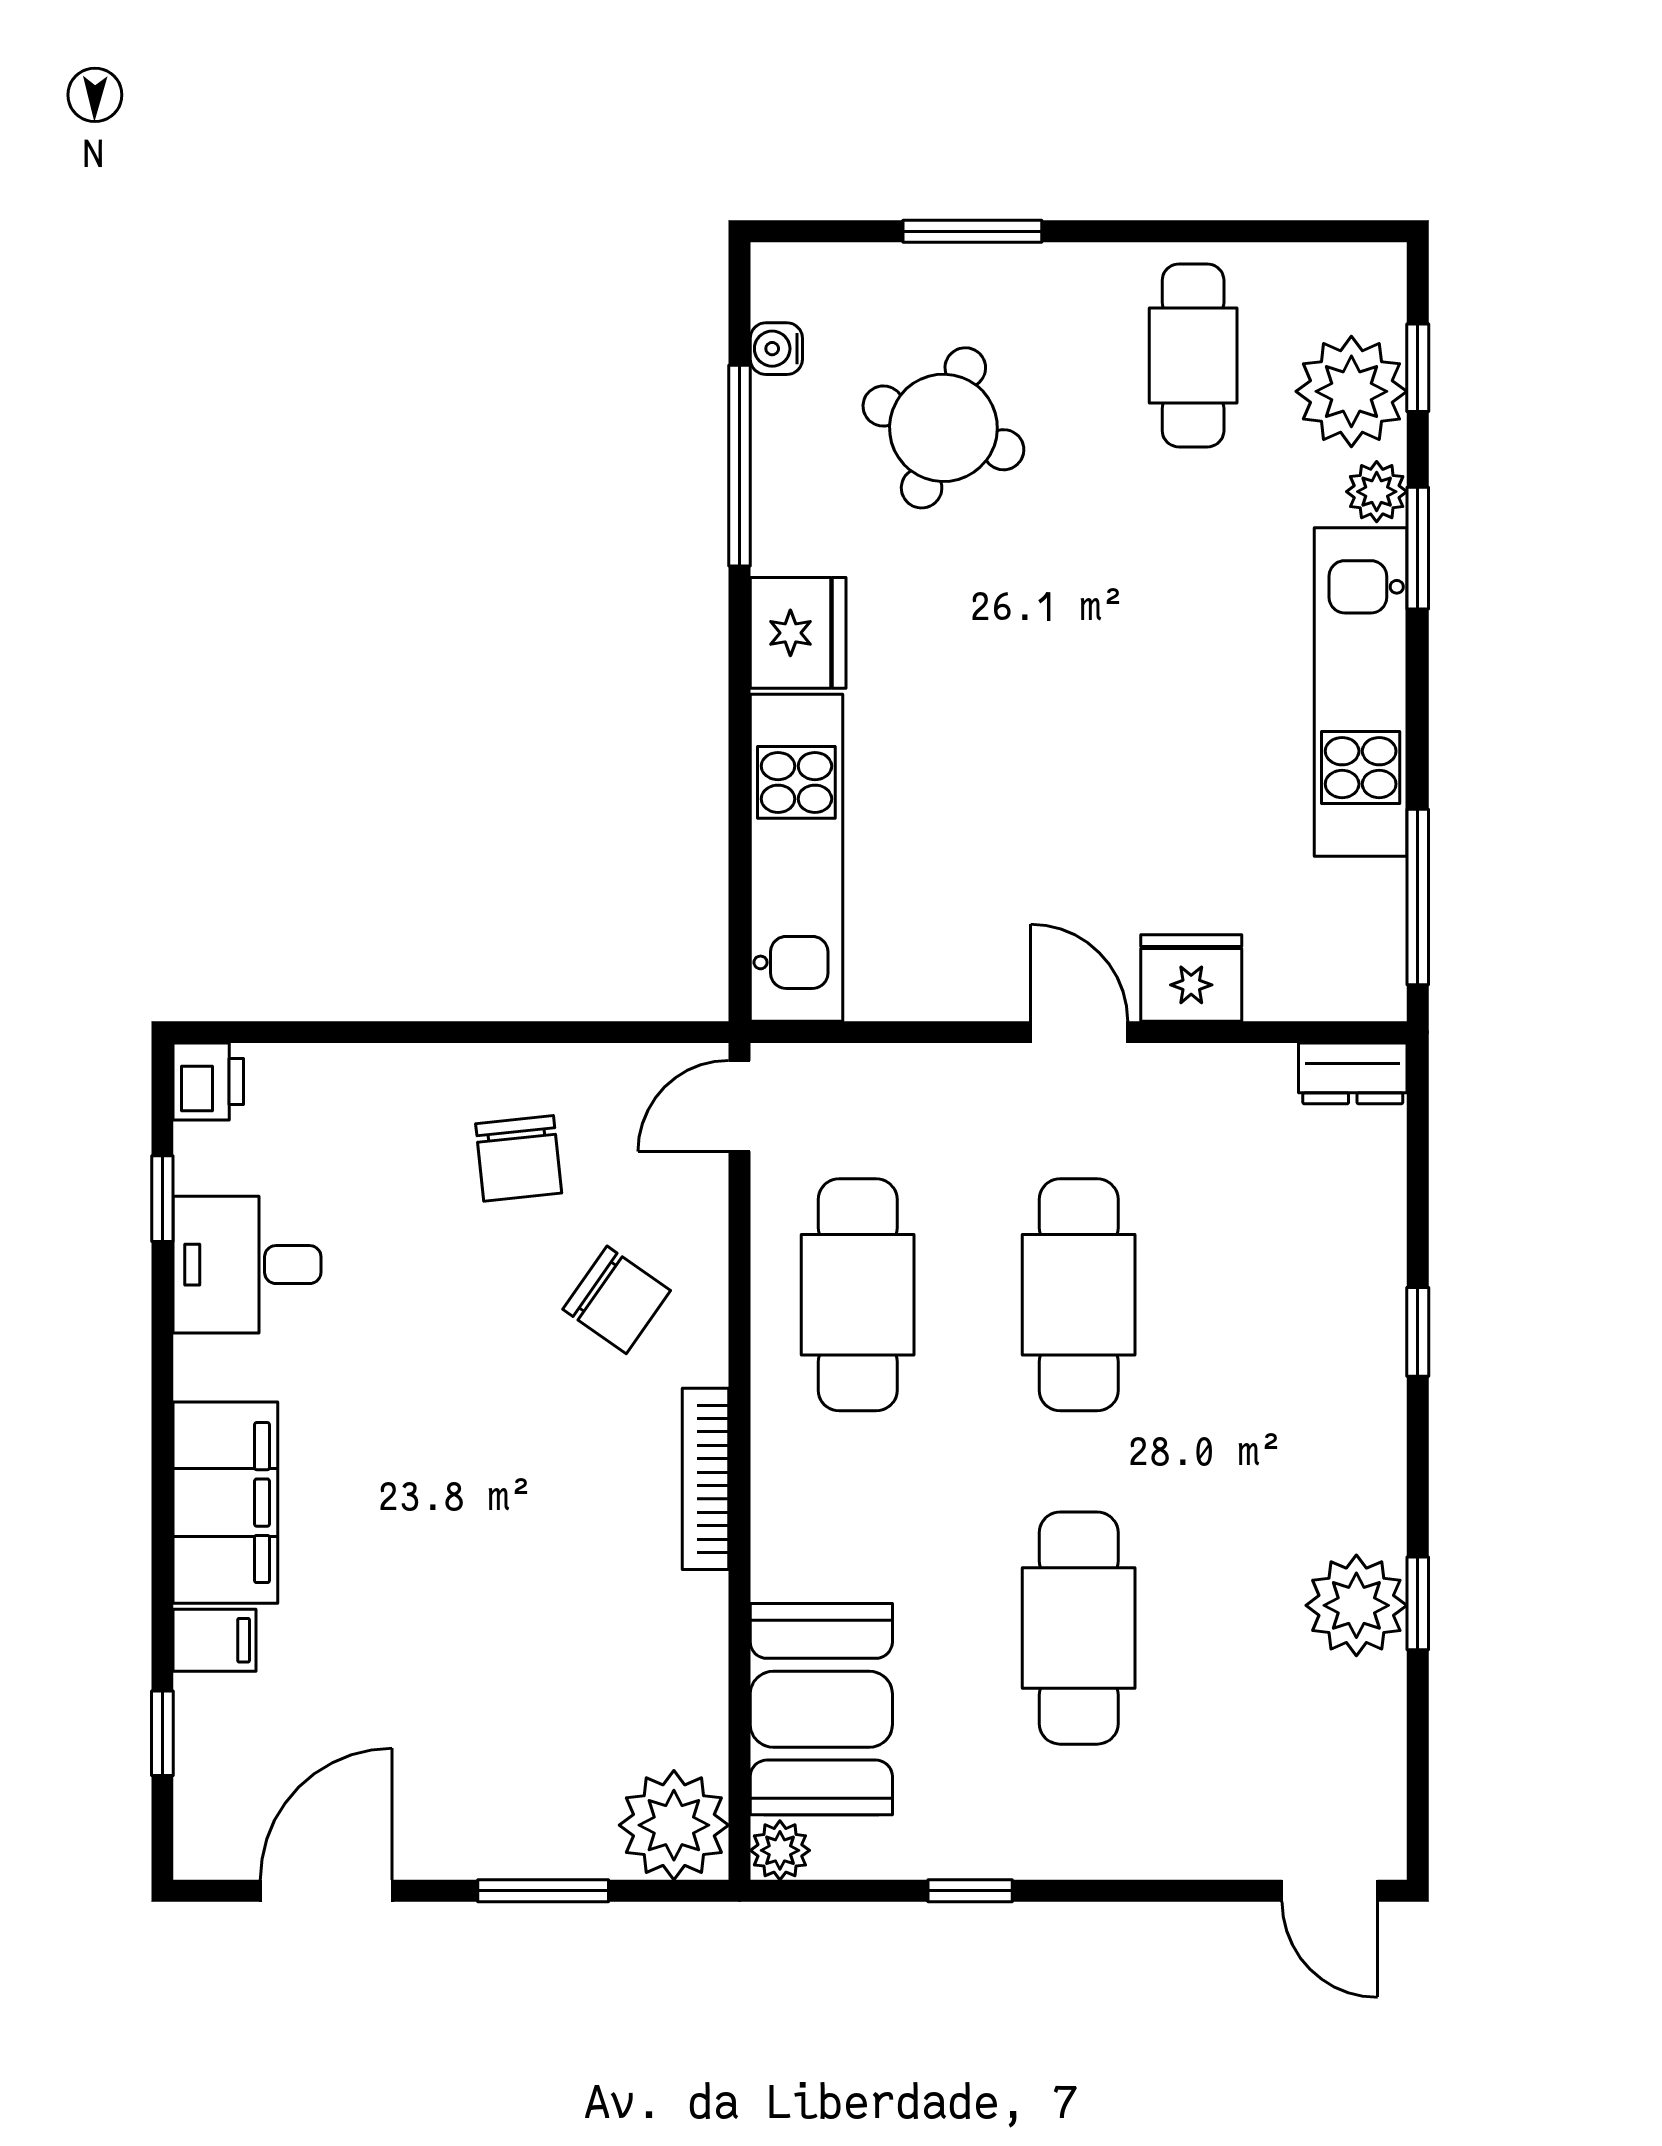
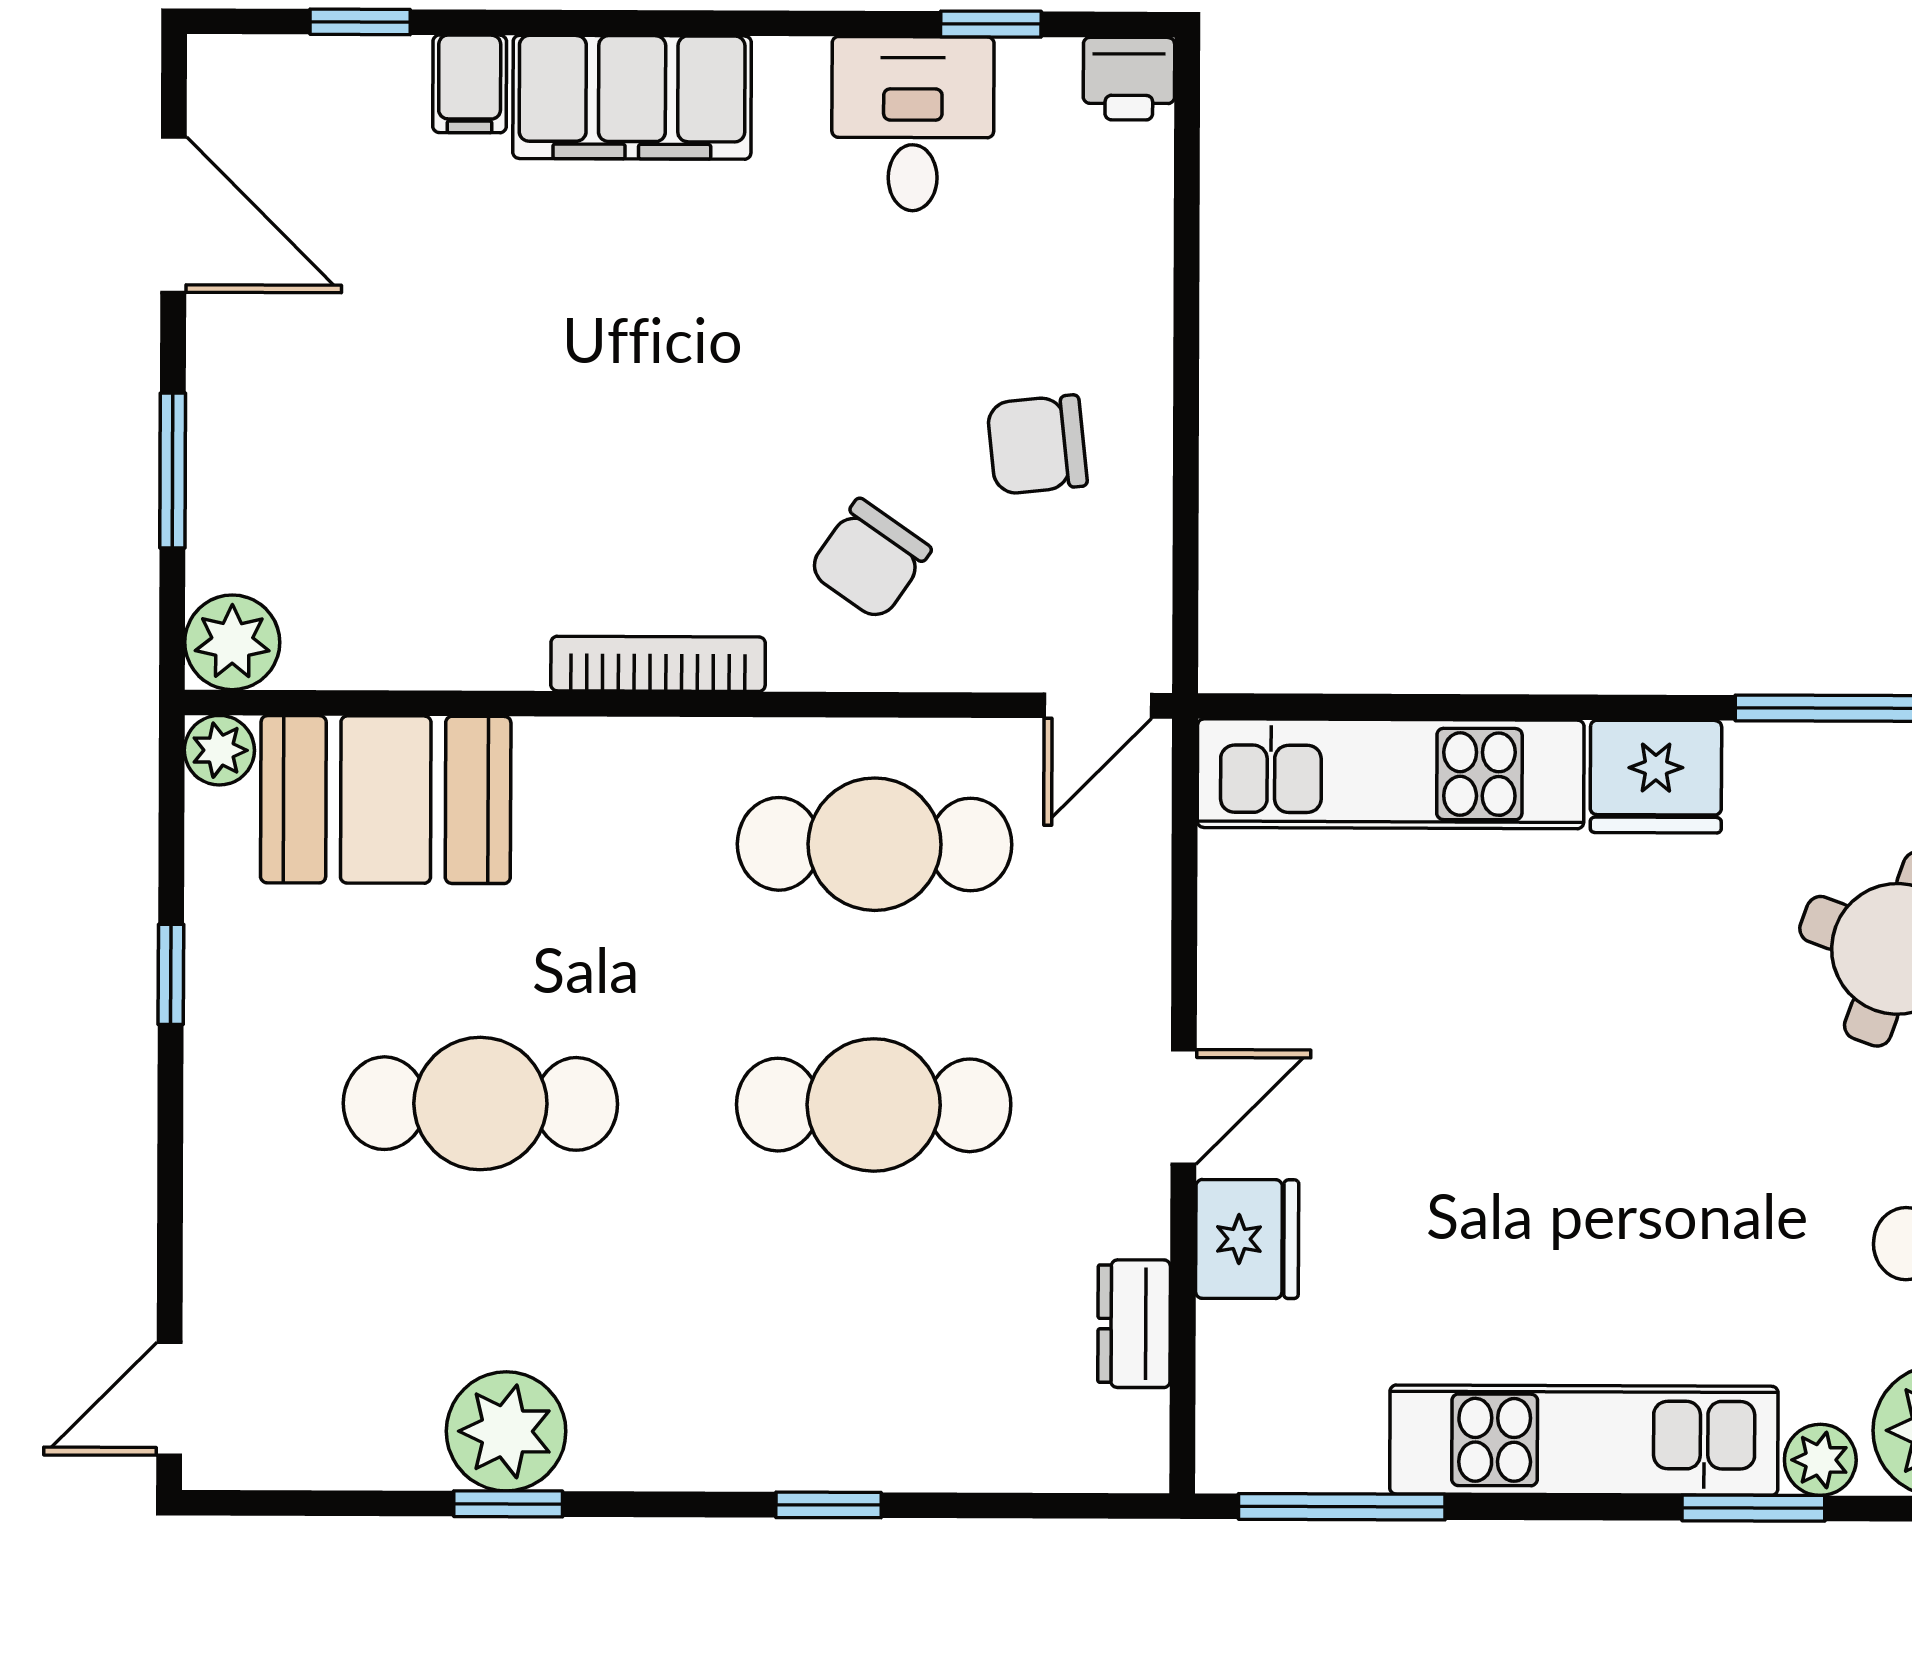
dresser: (1353, 1073) -> (1134, 1324), moved
door: (740, 1106) -> (1098, 706), swing flipped
plant: (674, 1825) -> (232, 642), width x0.73, depth x0.73

